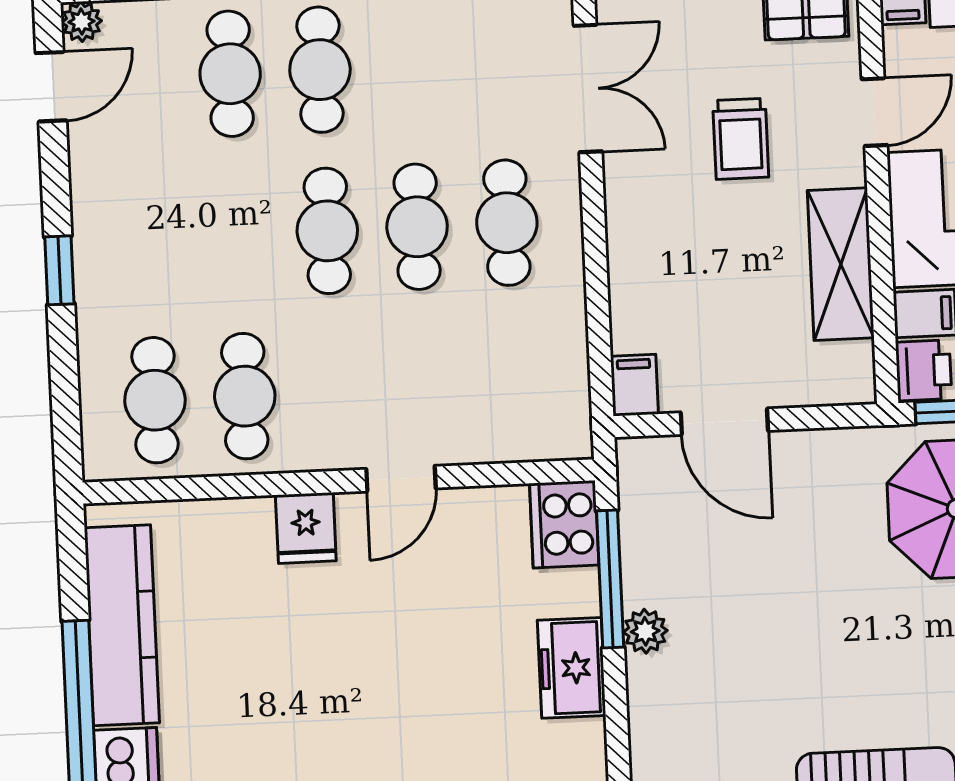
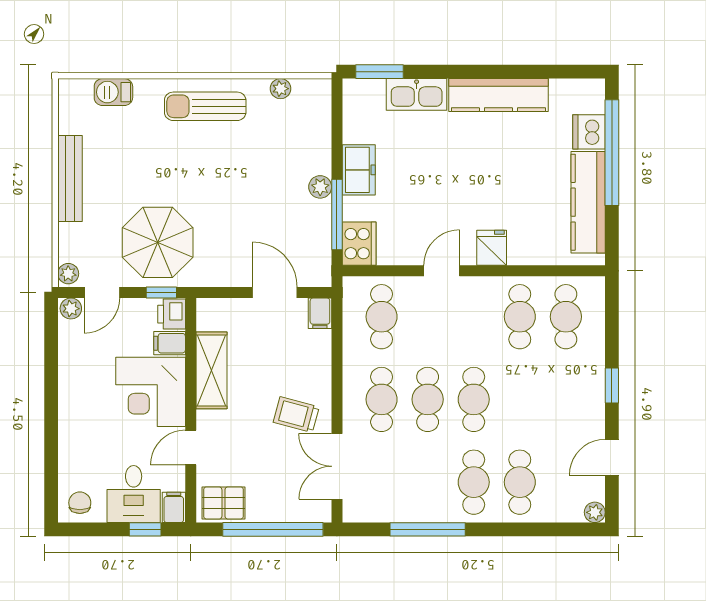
door: (51, 87) -> (612, 457), moved
trolley: (741, 139) -> (296, 415), moved, turned -75
cafe table: (514, 384) -> (382, 317), added

